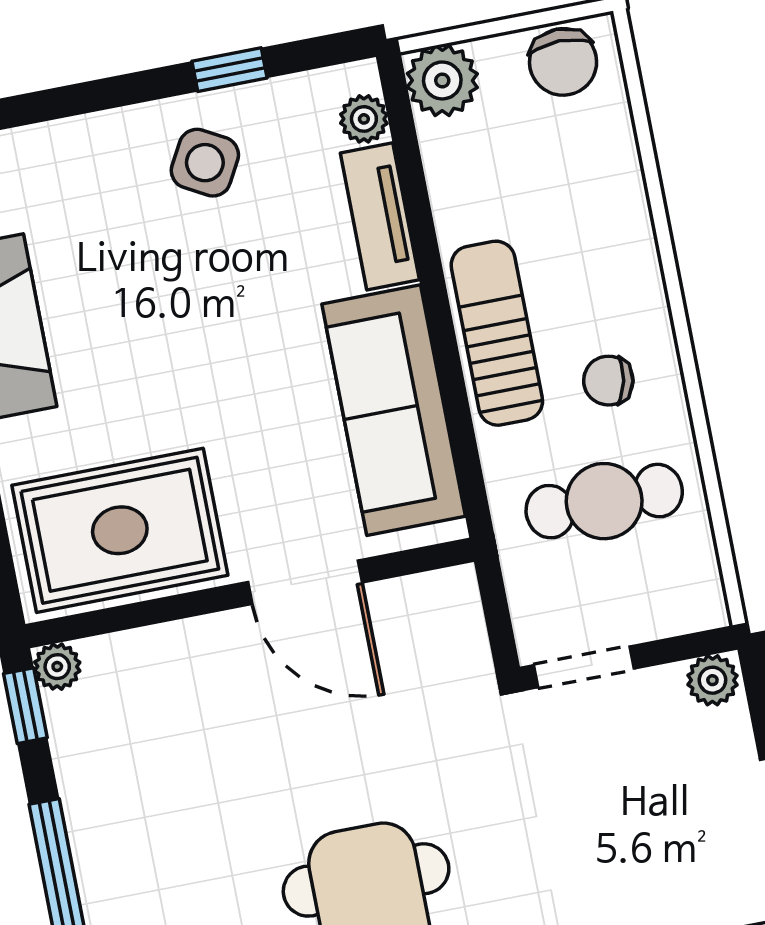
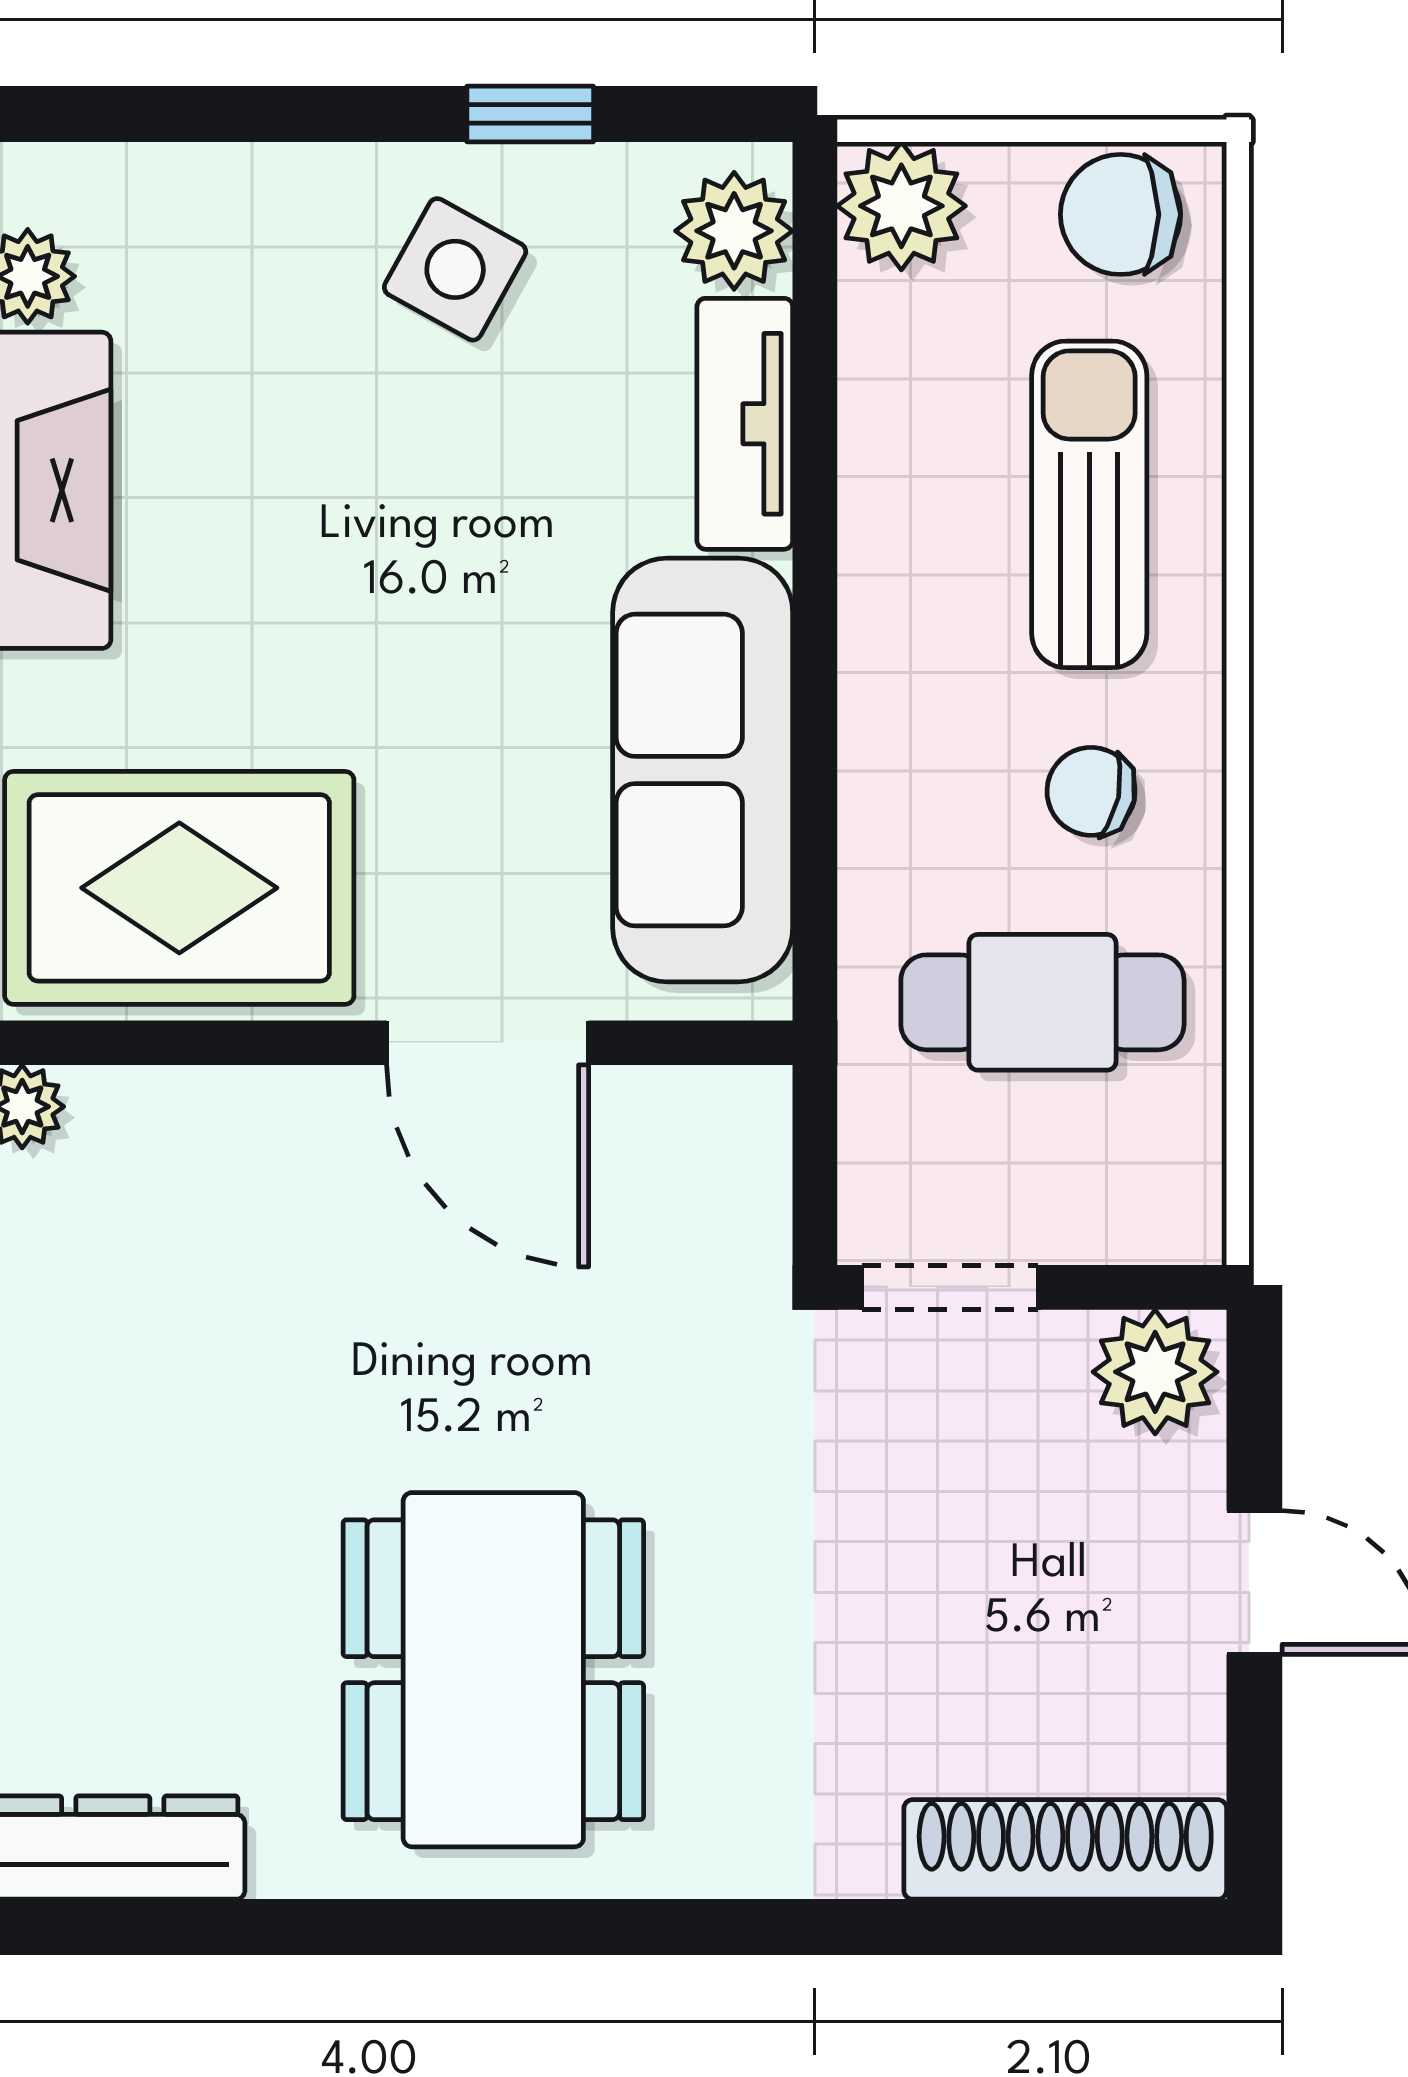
chair: (563, 62) -> (1120, 214), turned 90
plant: (364, 119) -> (734, 231), width x1.38, depth x1.38
sun lounger: (497, 333) -> (1089, 504), moved
plant: (712, 680) -> (1155, 1372), width x1.38, depth x1.38

